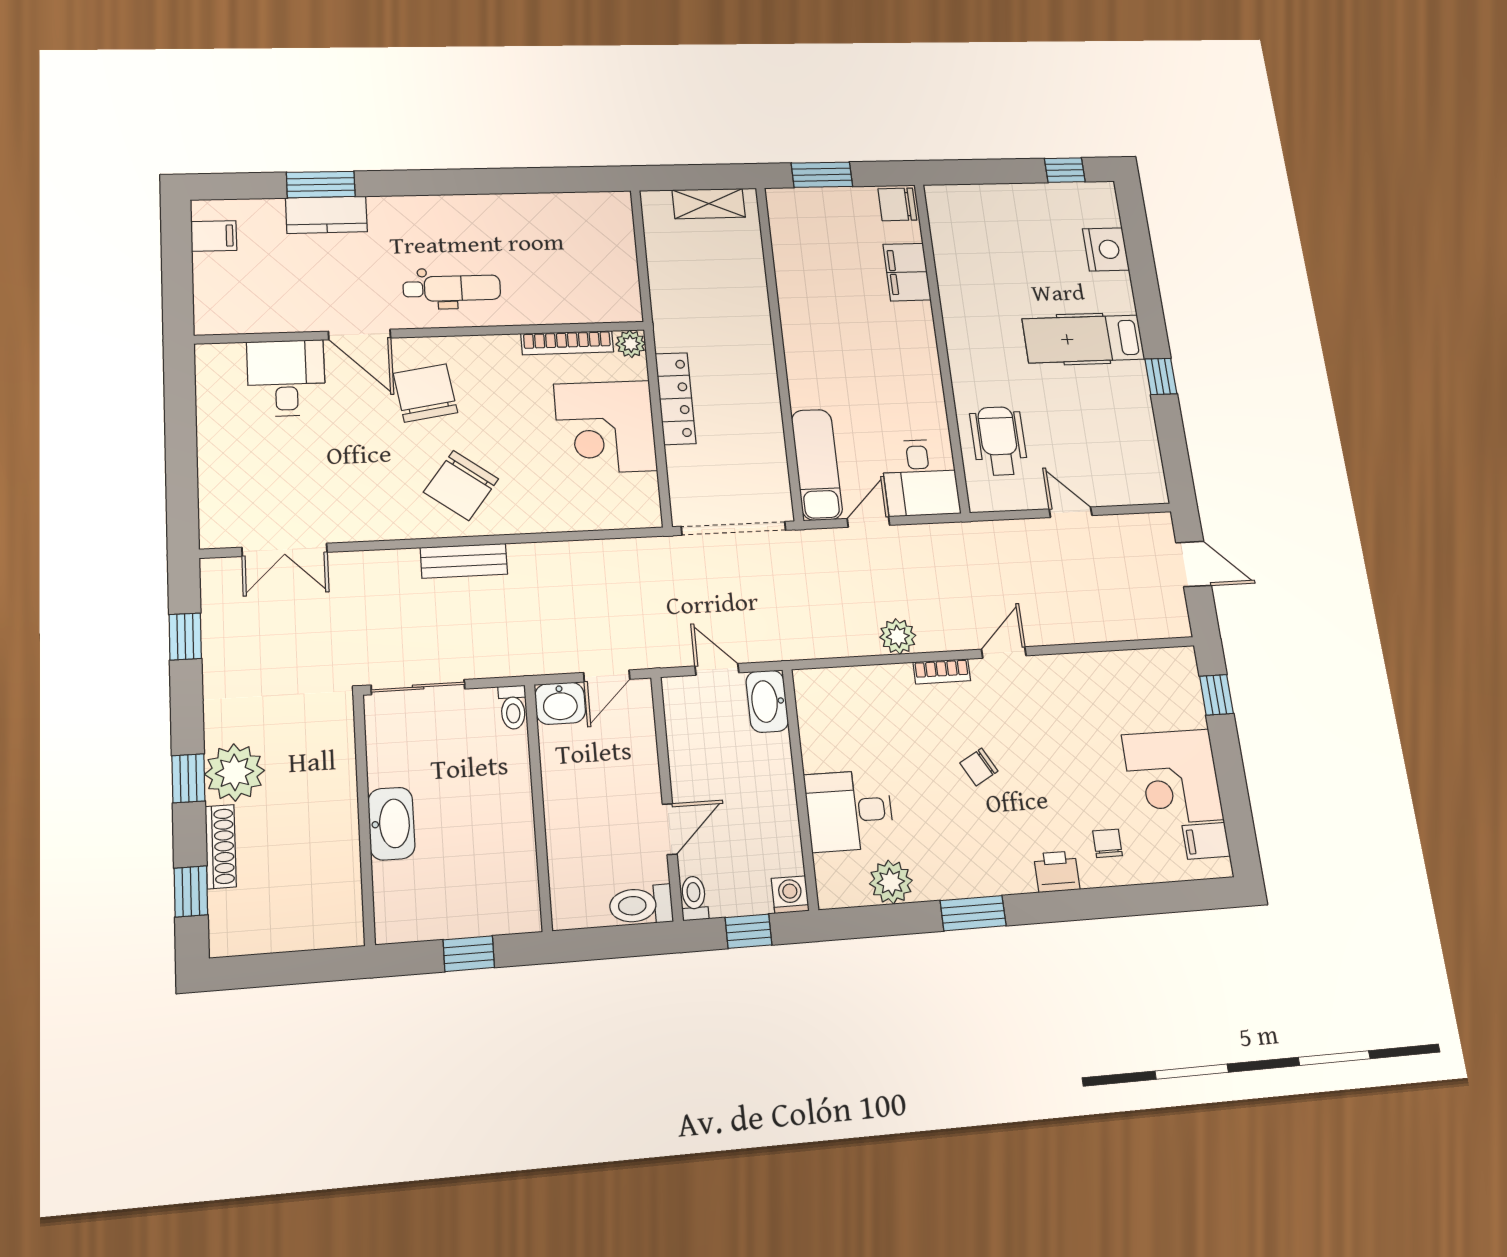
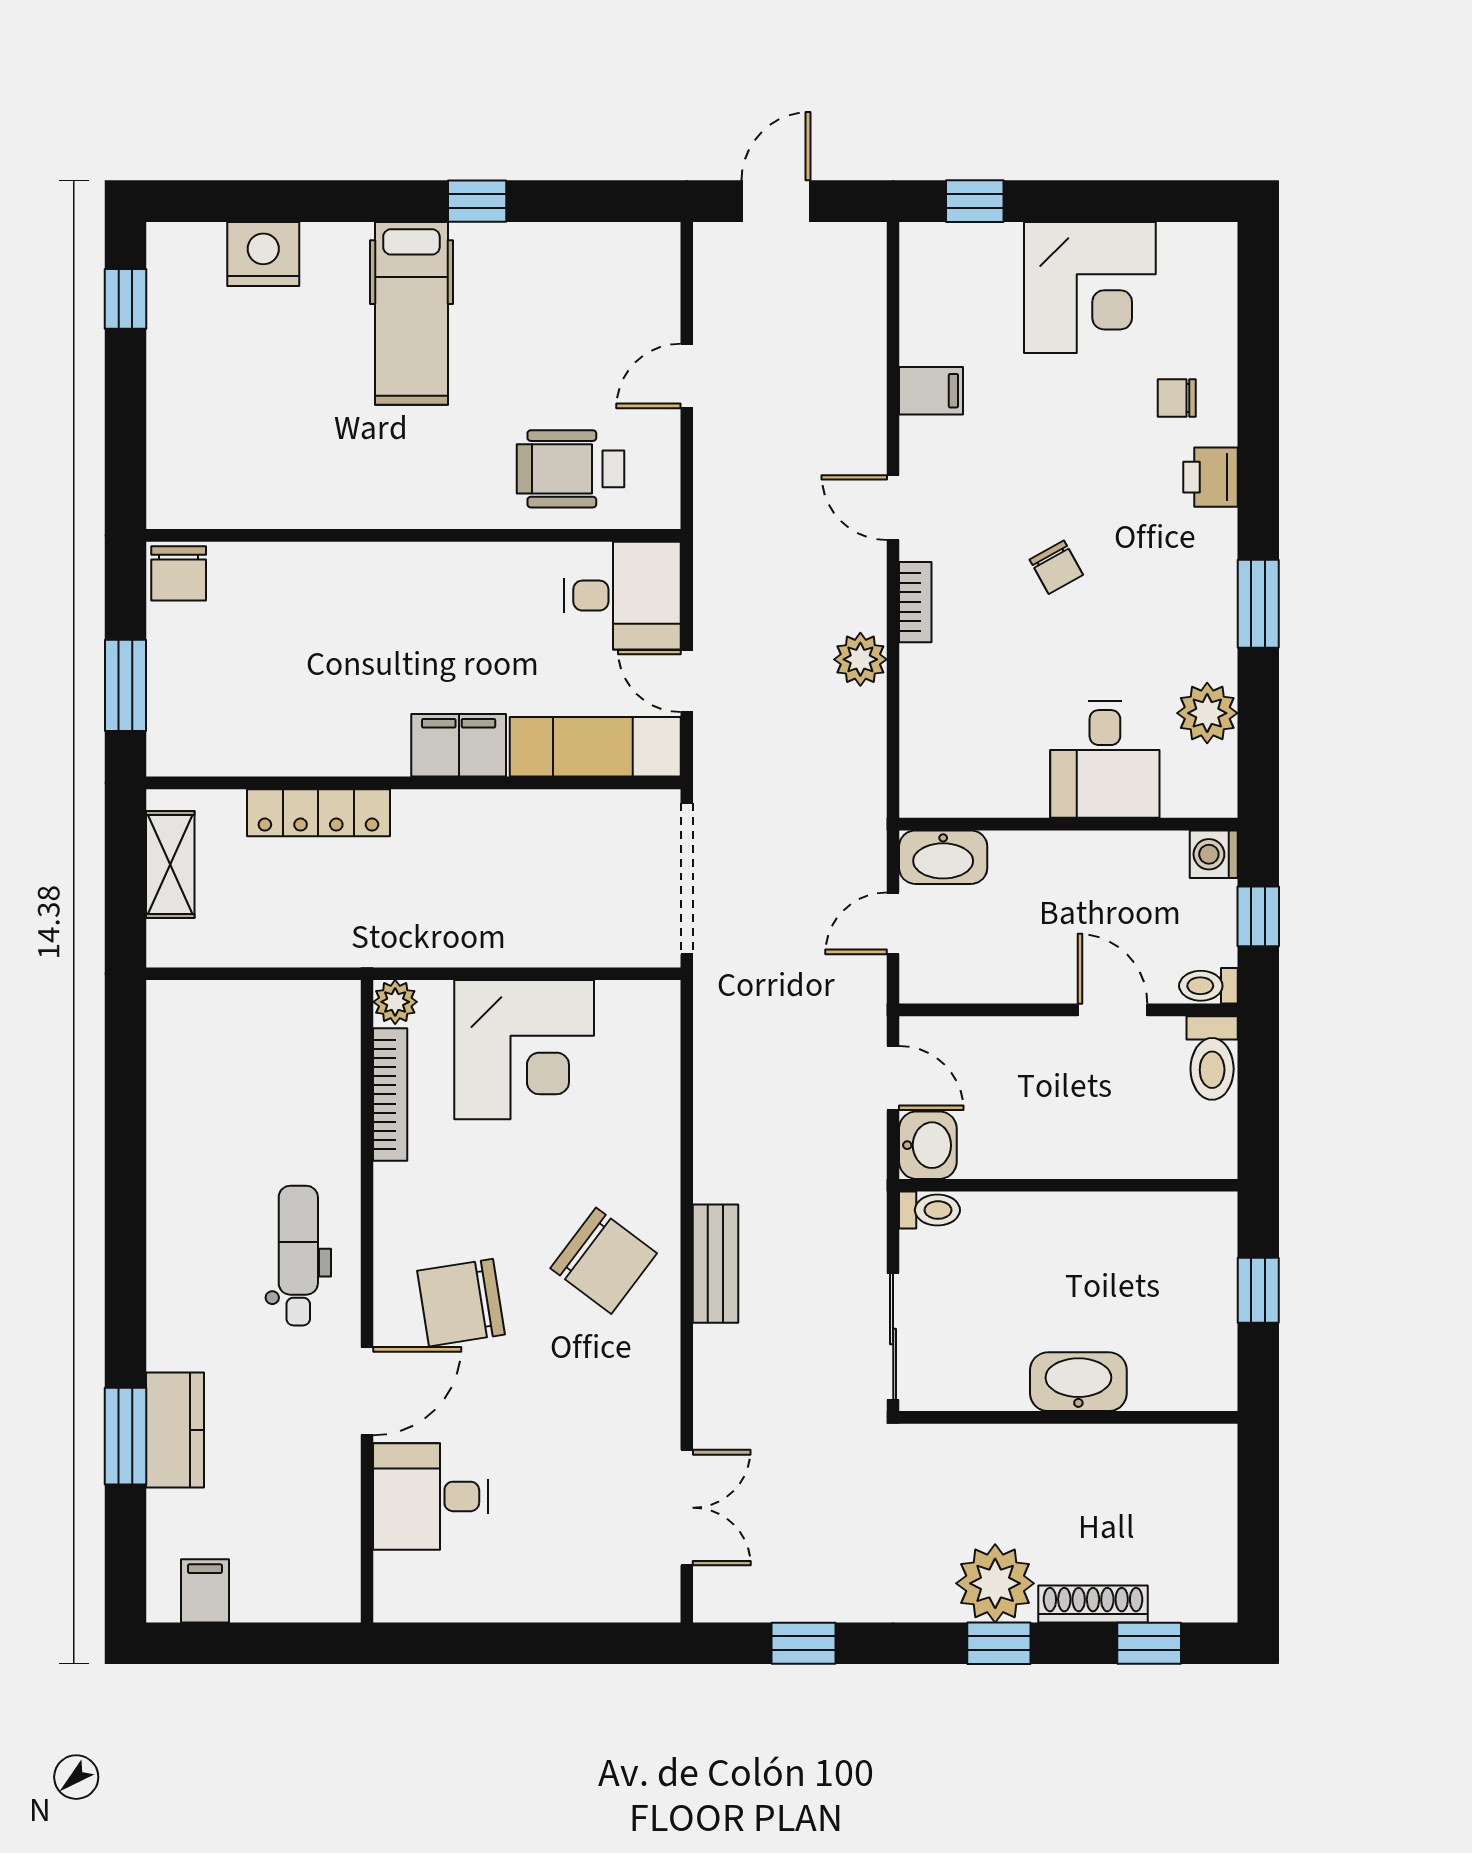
filing cabinet: (907, 272) -> (459, 745), moved, turned 180
locker: (676, 398) -> (318, 813), moved, turned 180
filing cabinet: (1206, 841) -> (931, 391), moved, turned -90

